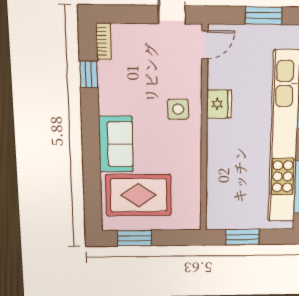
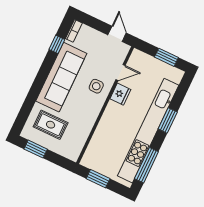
door: (205, 45) -> (121, 72), moved
sofa: (116, 144) -> (61, 77), width x1.85, depth x1.27
rug: (139, 195) -> (51, 125), width x0.73, depth x0.70

